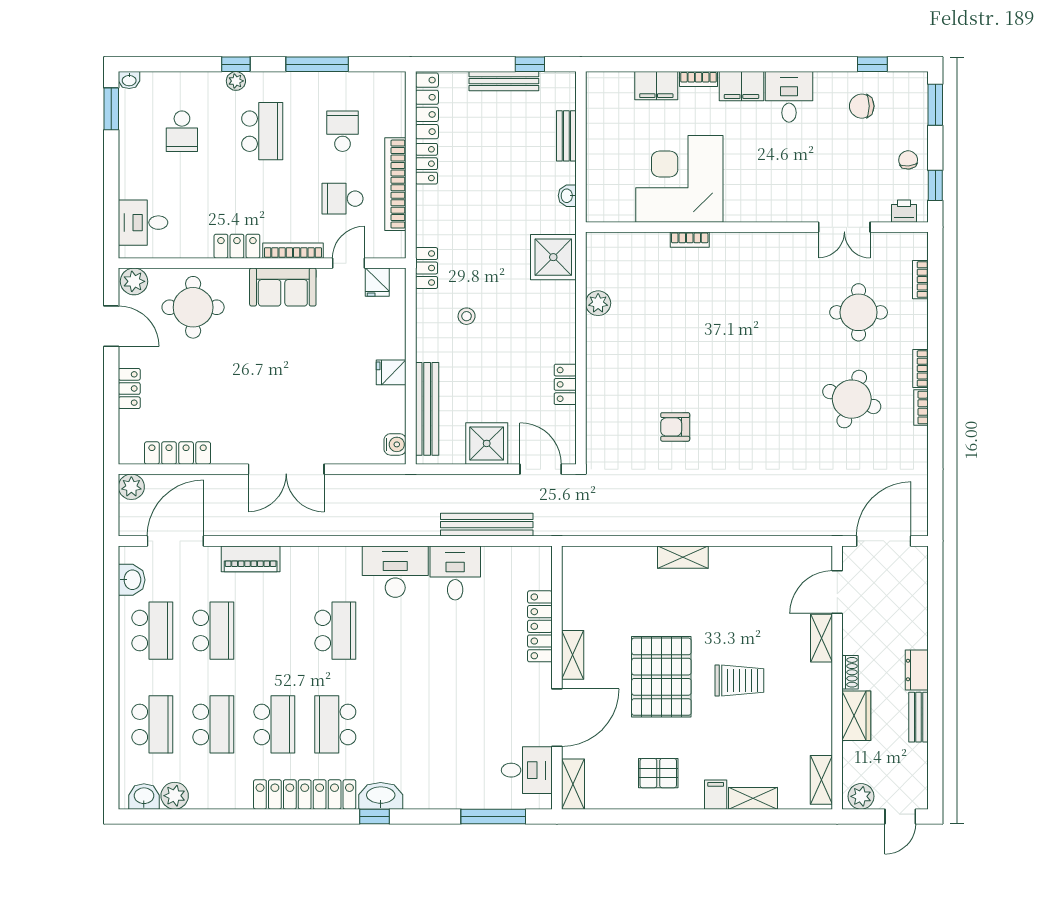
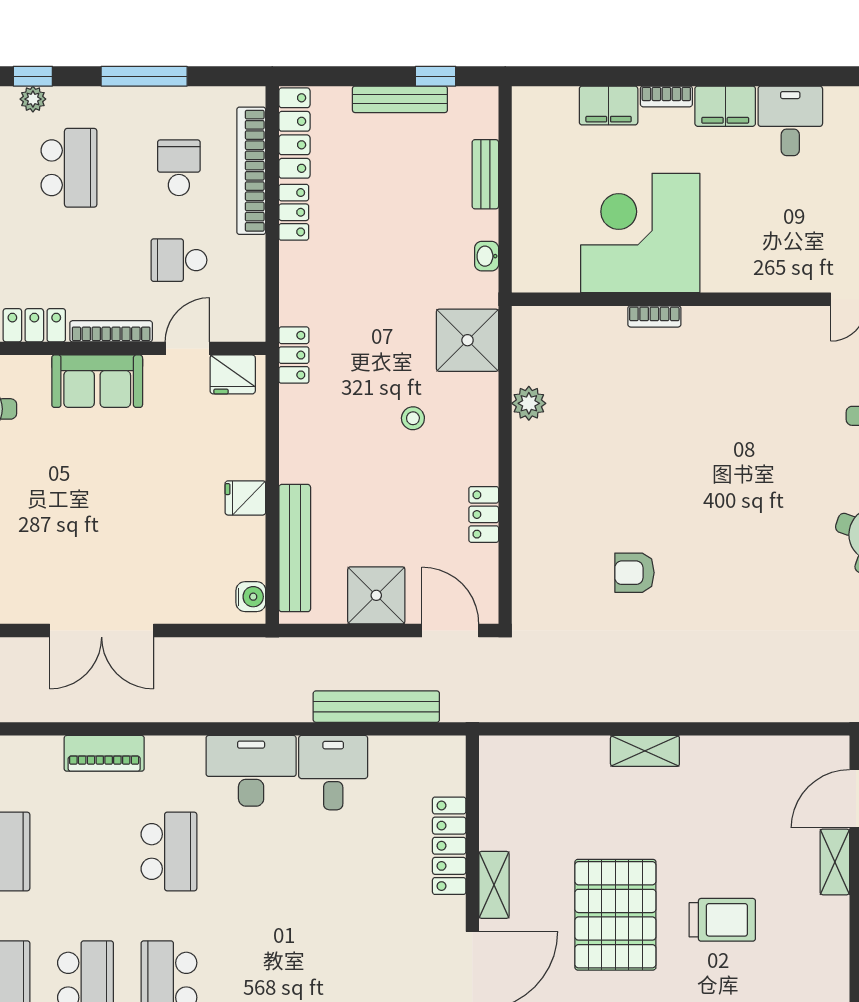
bookcase: (395, 184) -> (251, 171), moved
fridge: (377, 282) -> (233, 374), width x1.38
stool: (467, 316) -> (413, 418), moved
piano: (251, 559) -> (104, 753), moved

